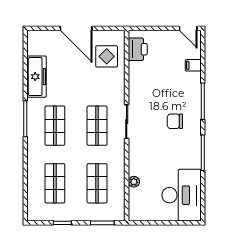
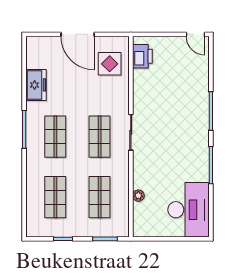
filing cabinet: (193, 65) -> (201, 73), removed
freezer: (37, 77) -> (36, 85), width x0.71
chair: (175, 121) -> (182, 132), removed

